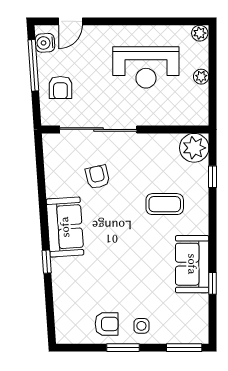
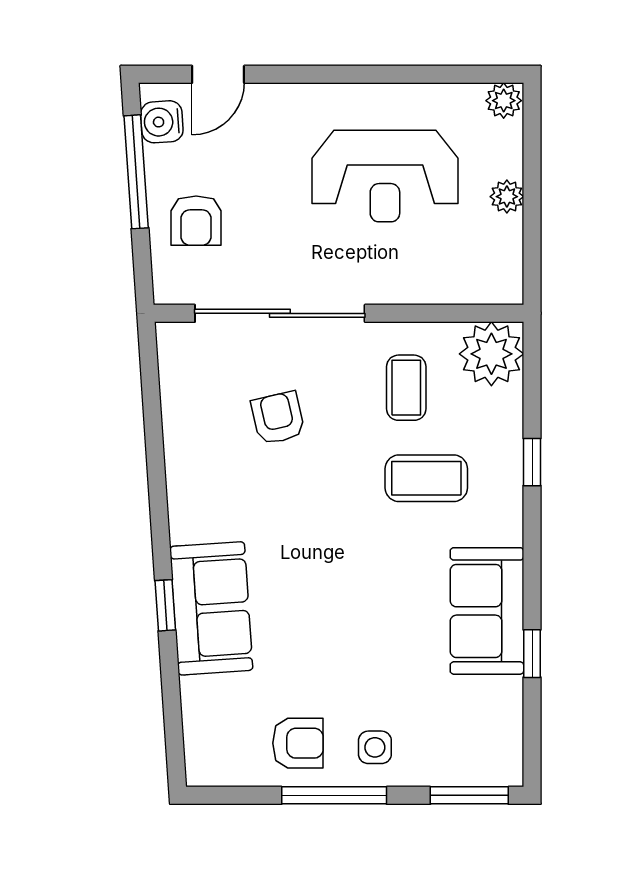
coffee table: (156, 163) -> (406, 388), added
window: (213, 177) -> (532, 462), moved
sofa: (65, 227) -> (211, 608), moved
window: (123, 348) -> (334, 795), width x1.44

